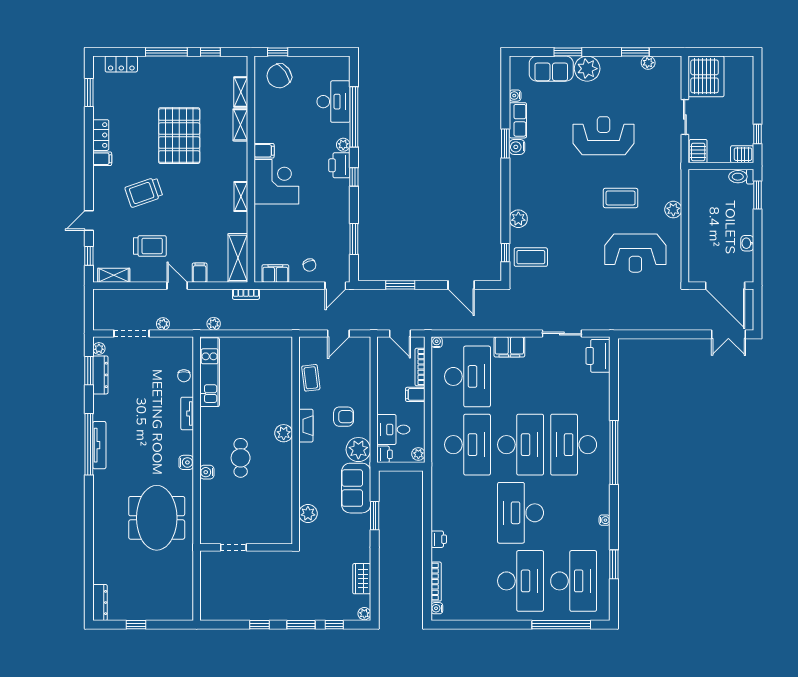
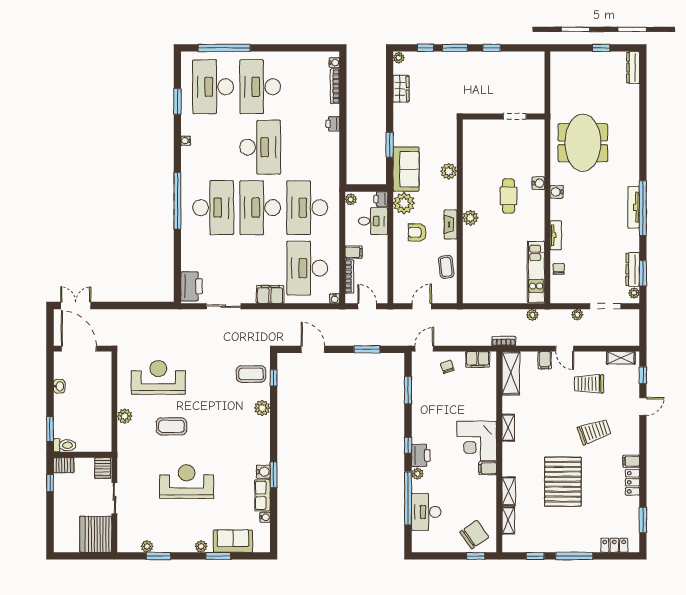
plant: (587, 69) -> (201, 546), width x0.53, depth x0.53
reception desk: (604, 136) -> (187, 482), turned 180
plant: (308, 514) -> (449, 171), moved

